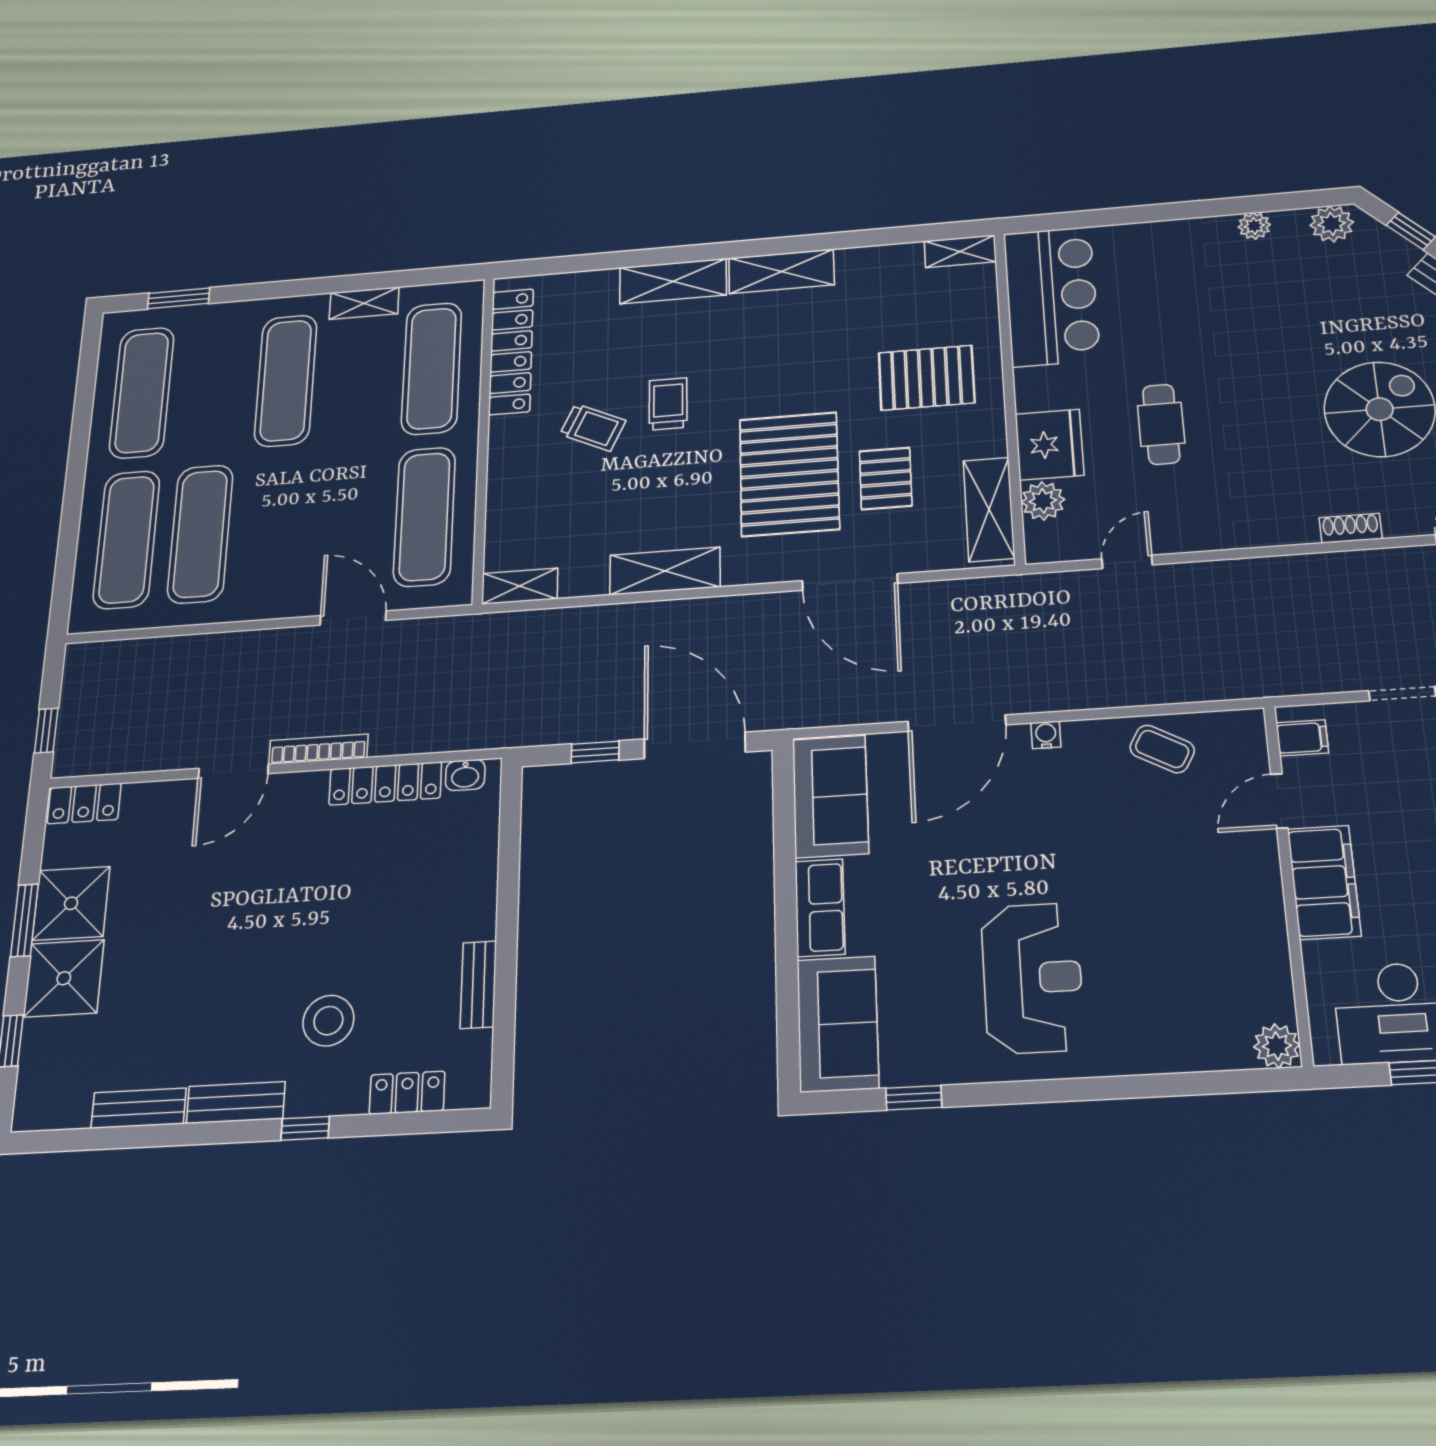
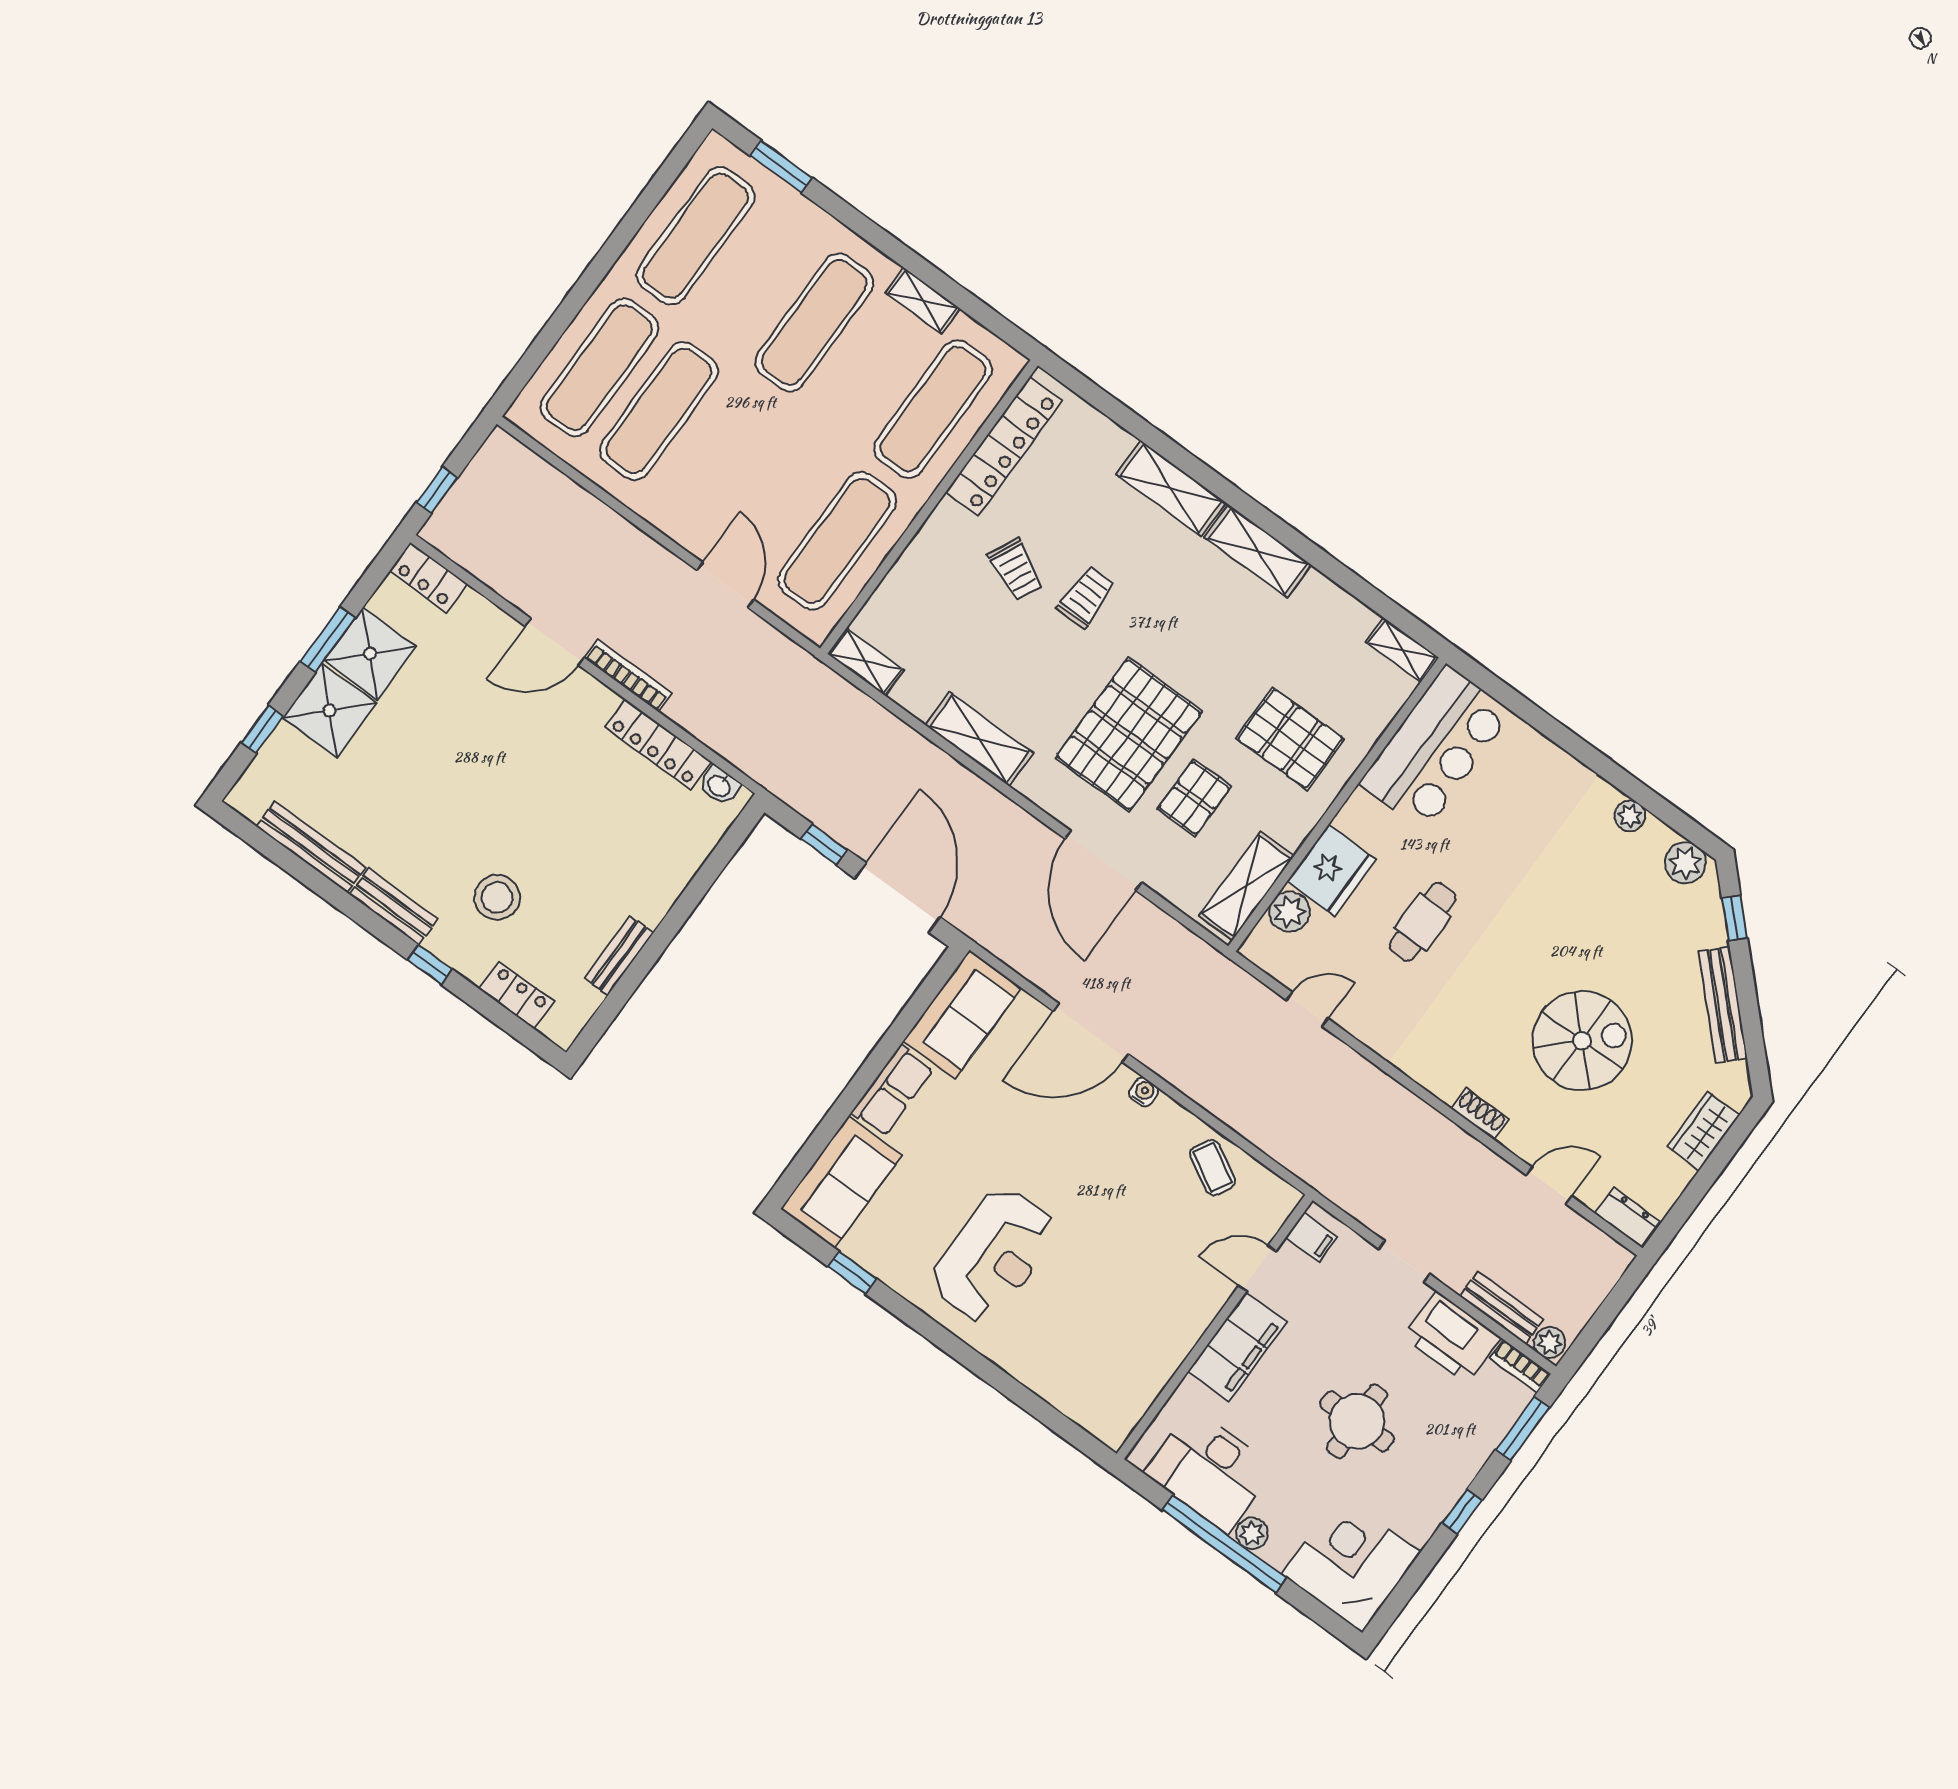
plant: (1277, 1046) -> (1112, 1428), removed
bench: (139, 1108) -> (311, 847), width x1.36

